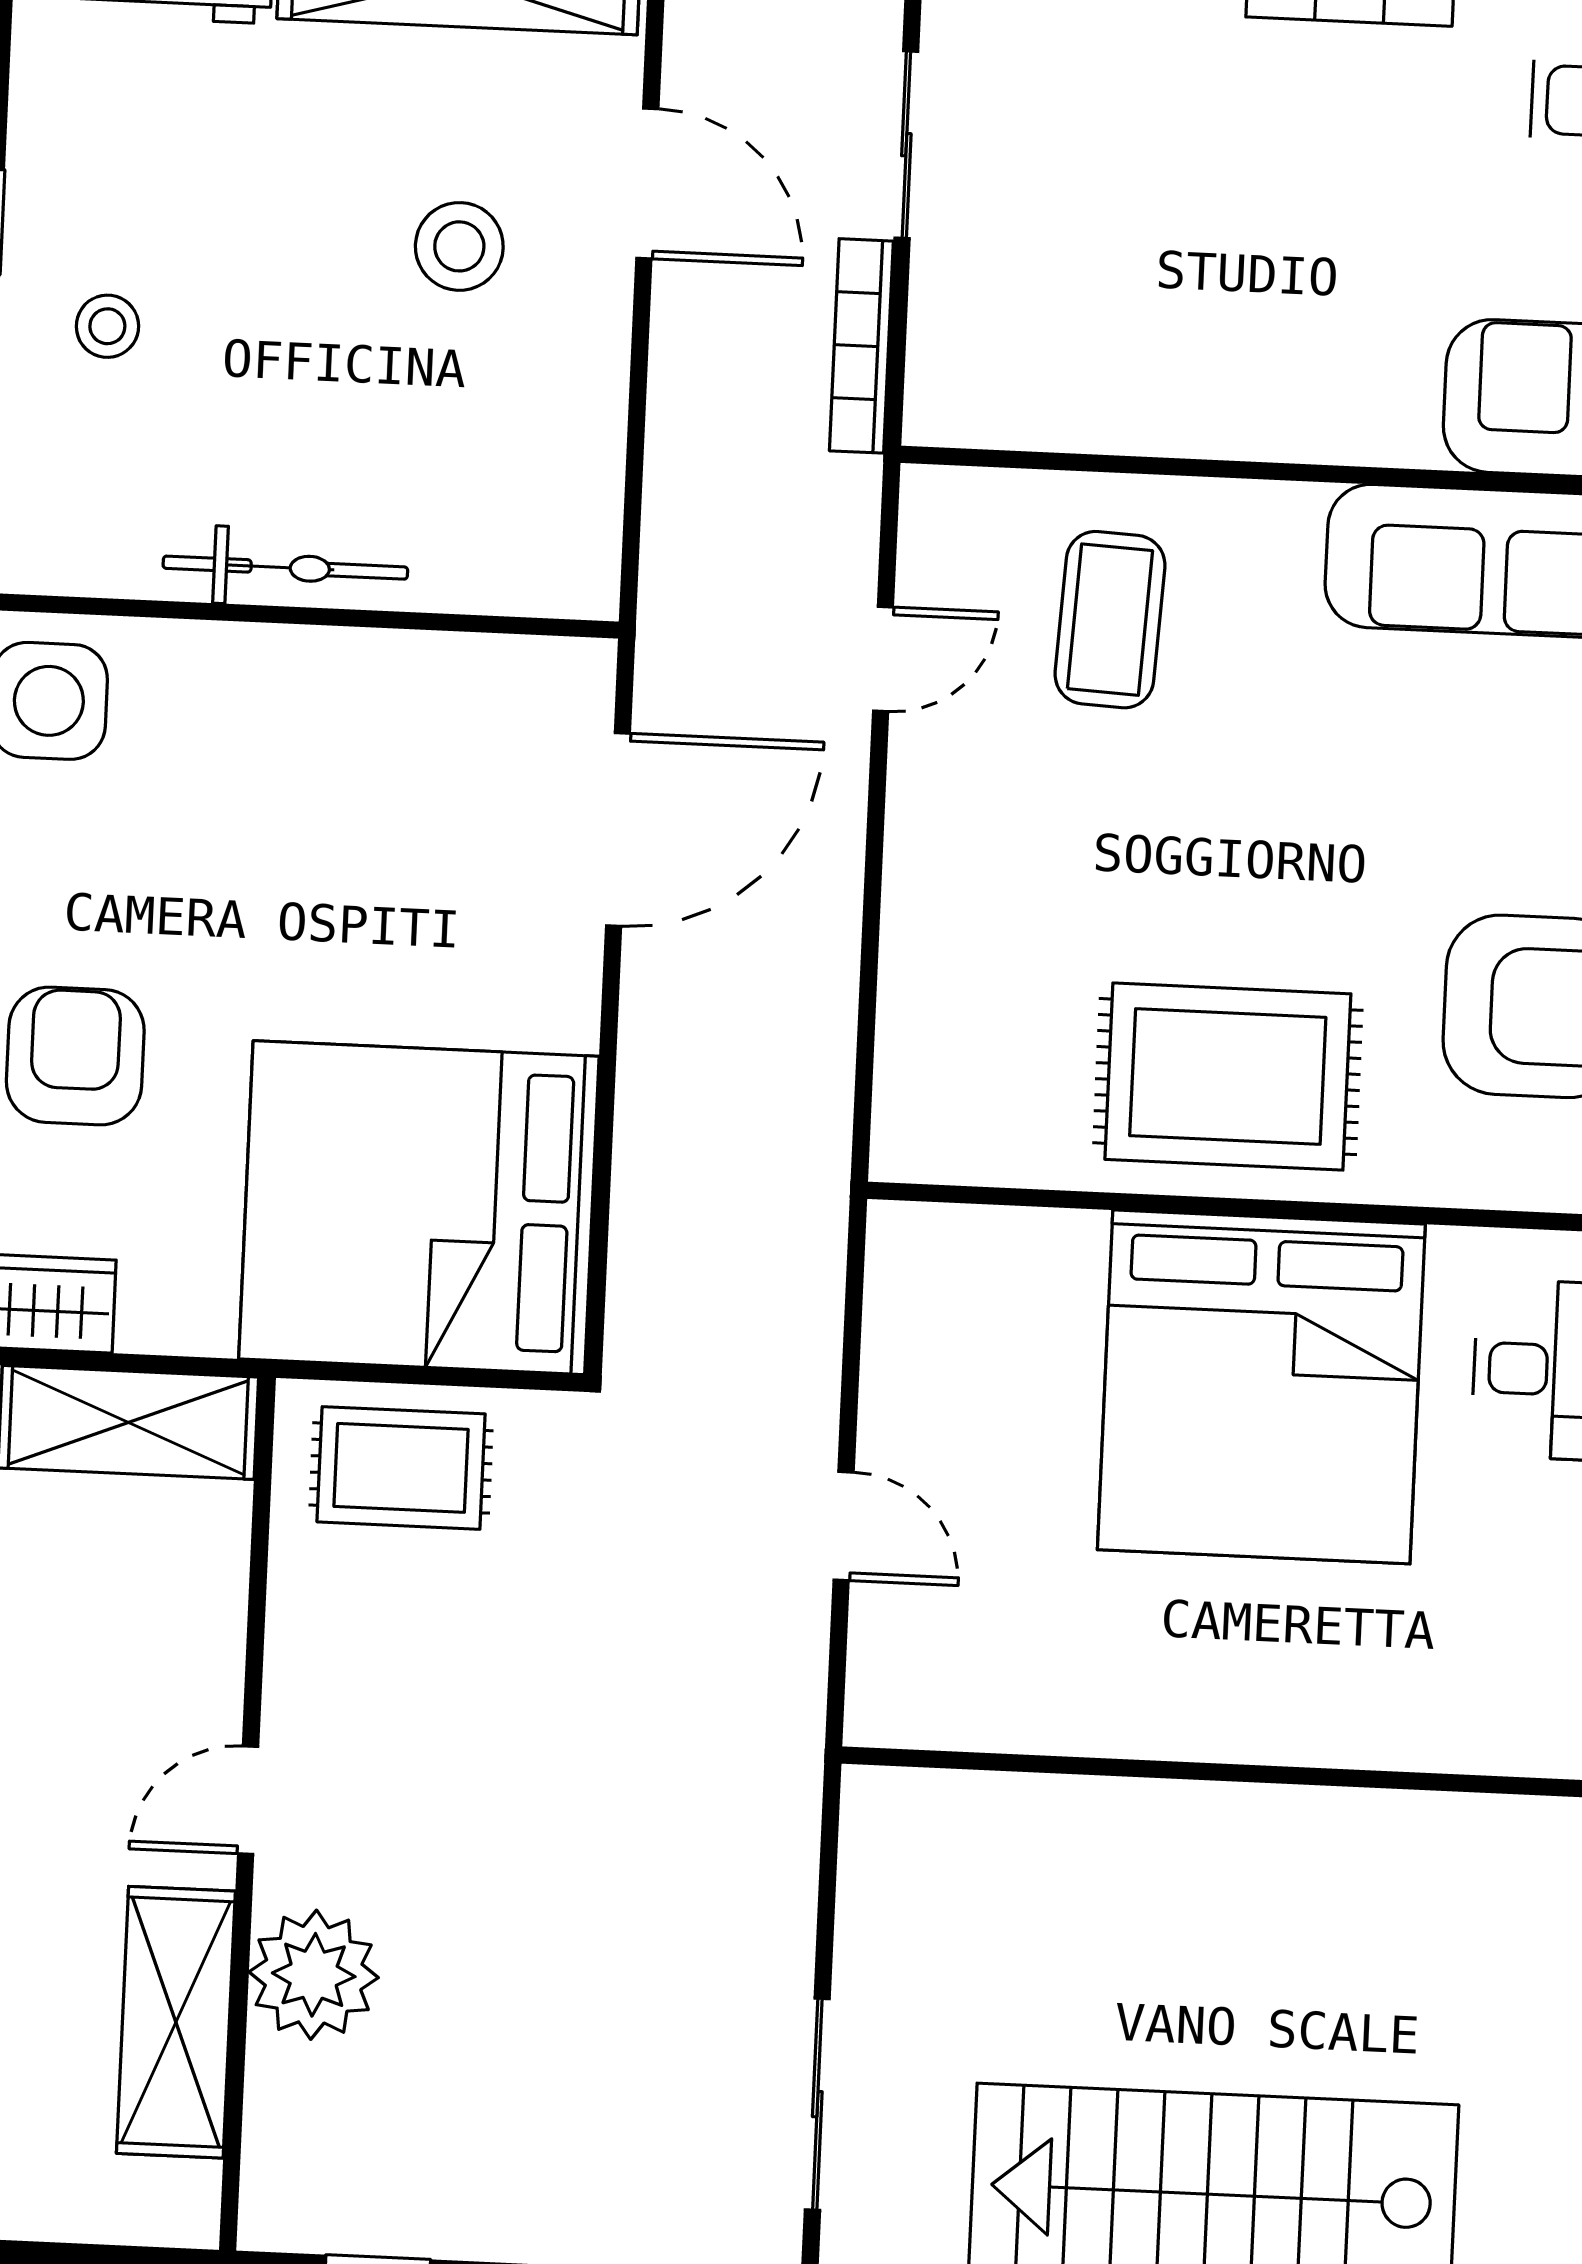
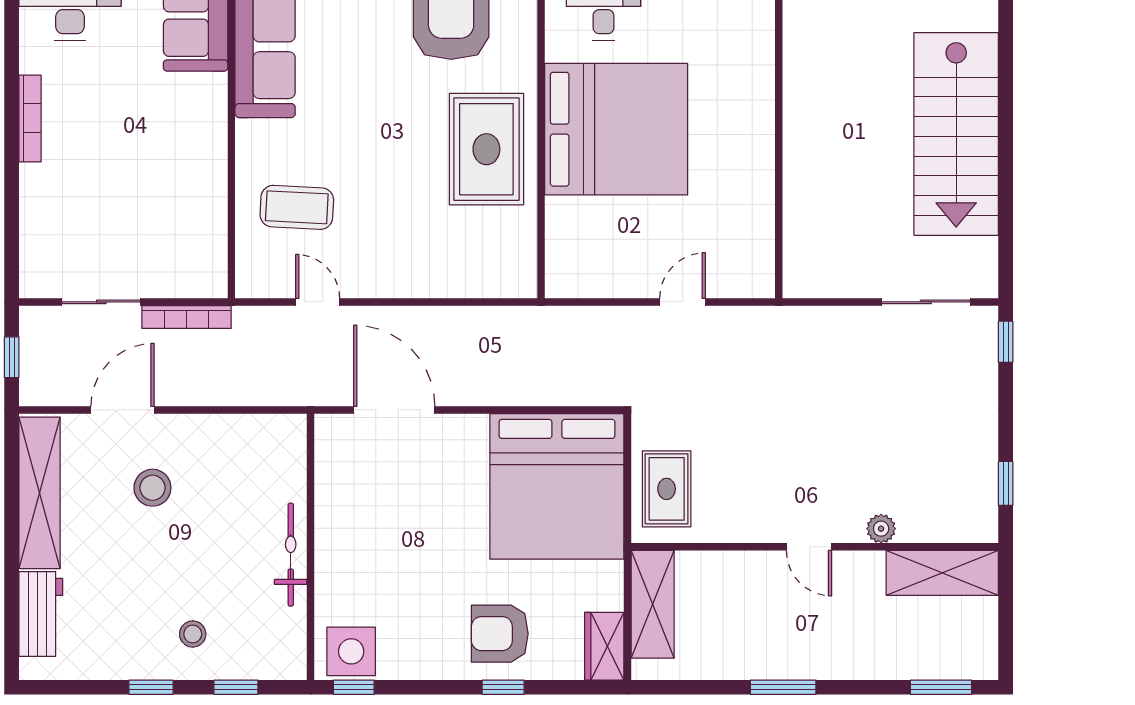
plant: (314, 1975) -> (881, 529), width x0.53, depth x0.53
shelving: (176, 2022) -> (942, 573), moved

